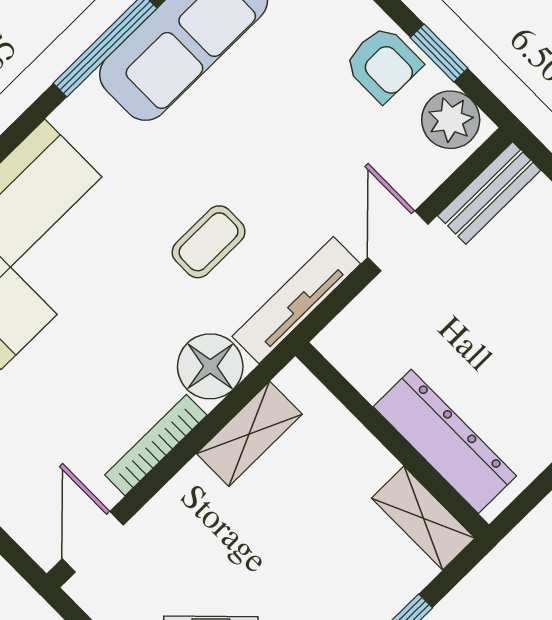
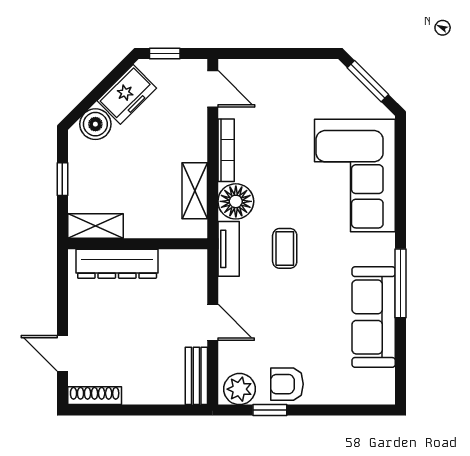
tv unit: (296, 300) -> (229, 249), width x0.71

